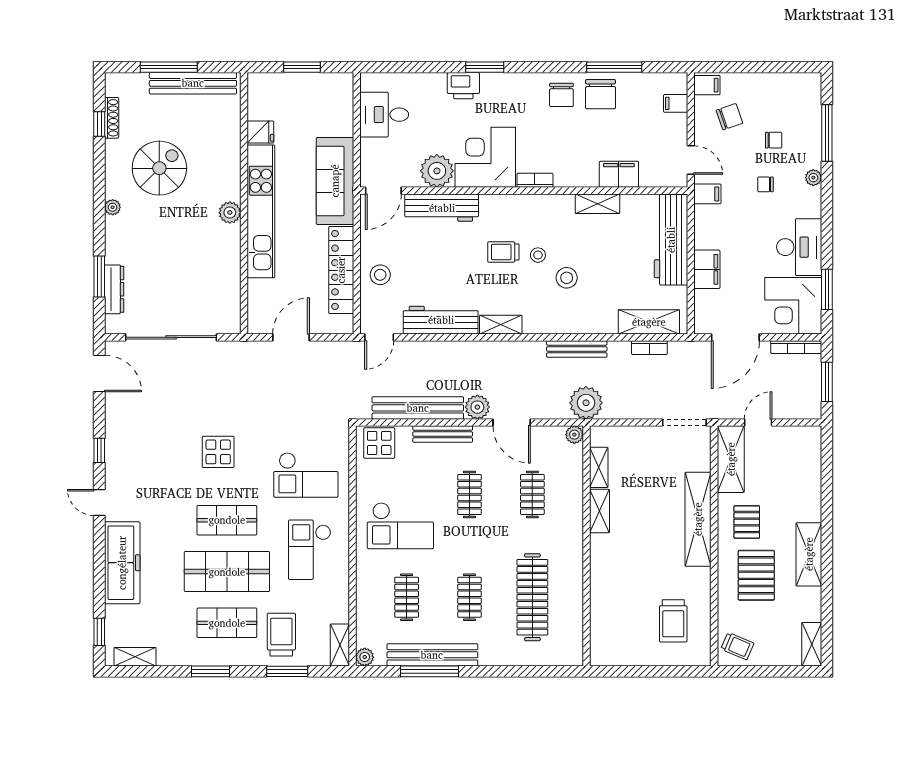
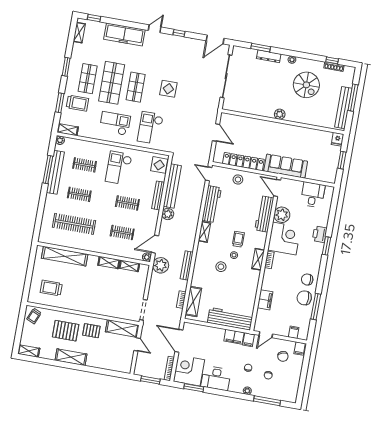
fridge: (260, 132) -> (338, 139), moved
shelving: (597, 204) -> (258, 259), moved
kitchen unit: (261, 211) -> (278, 129), removed
filing cabinet: (707, 269) -> (234, 337), moved
dresser: (114, 289) -> (269, 56), moved
door: (512, 422) -> (155, 244), moved
shelving: (698, 519) -> (65, 256), moved

